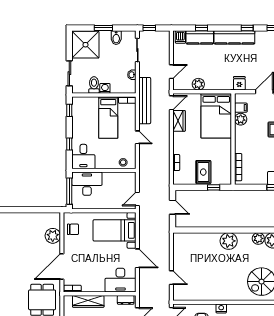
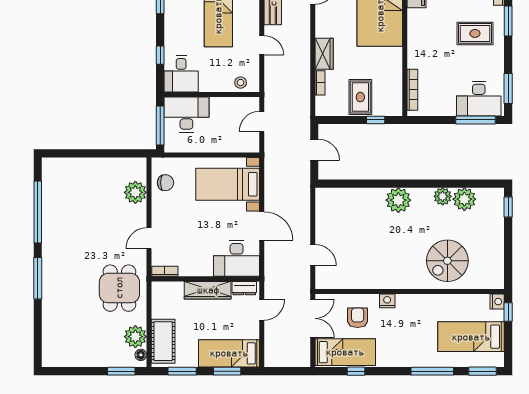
plant: (241, 119) -> (416, 18), removed
wardrobe: (179, 121) -> (324, 54), moved
door: (137, 199) -> (262, 122), moved
door: (62, 267) -> (149, 238), width x0.53
wardrobe: (88, 301) -> (208, 290), moved

